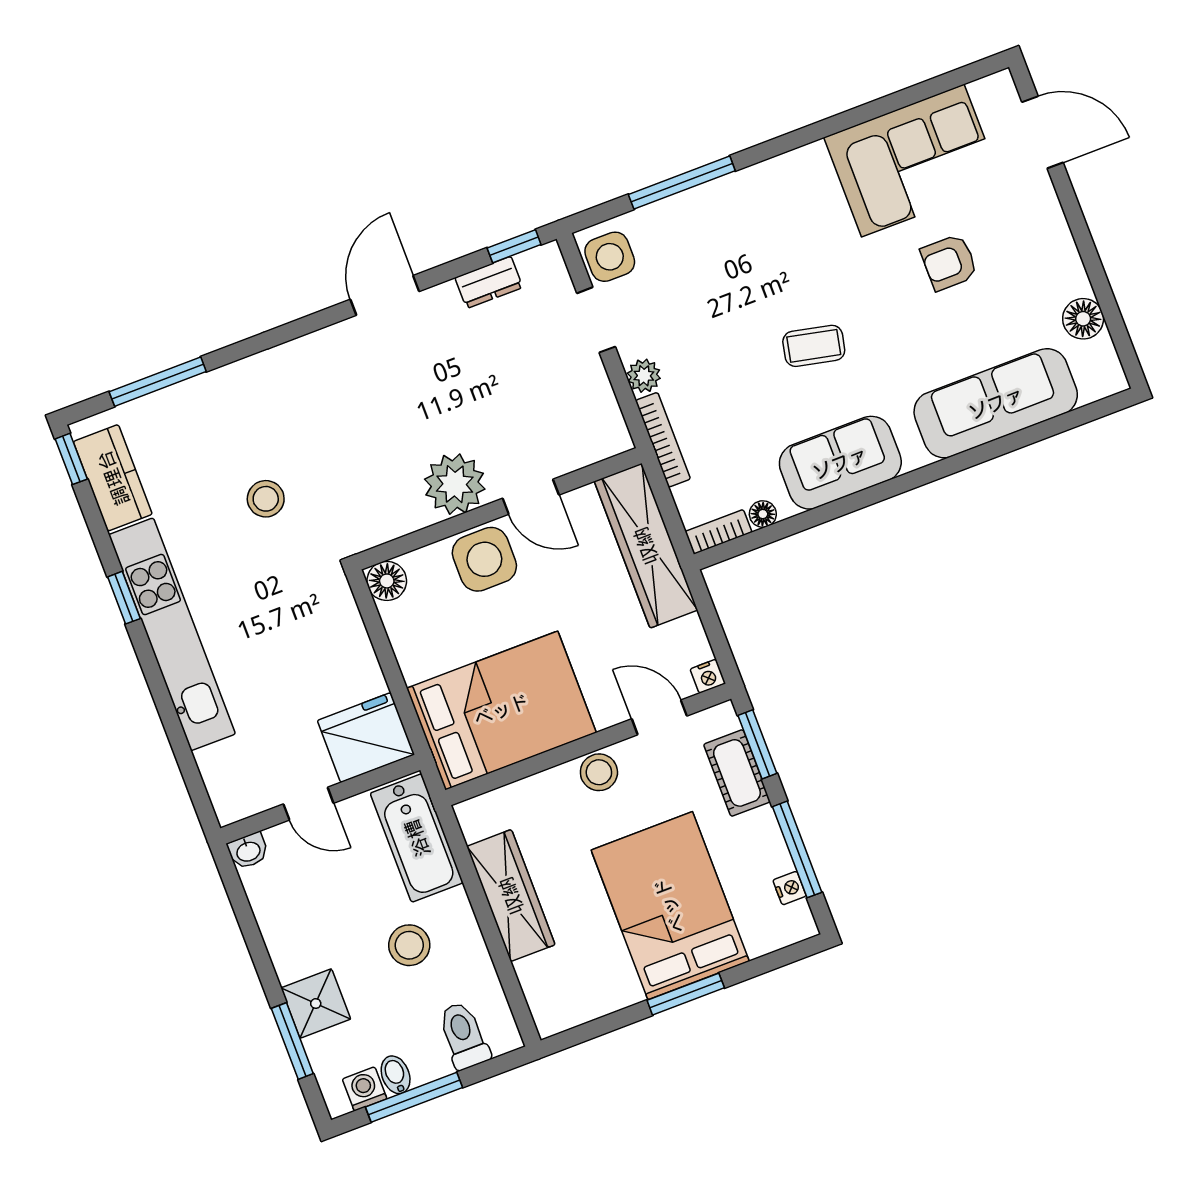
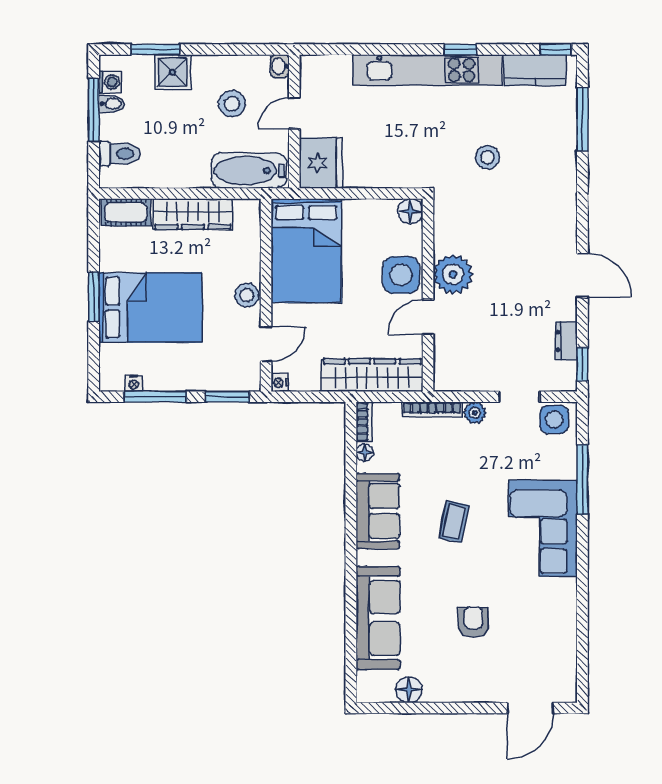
corner sofa: (913, 161) -> (543, 528), moved
cot: (737, 773) -> (126, 212), moved
stool: (409, 945) -> (232, 104), moved

